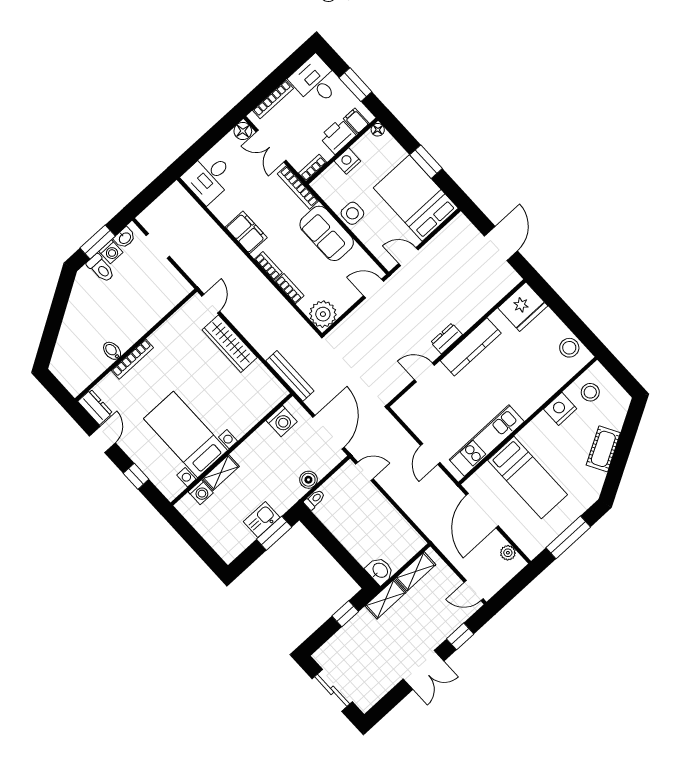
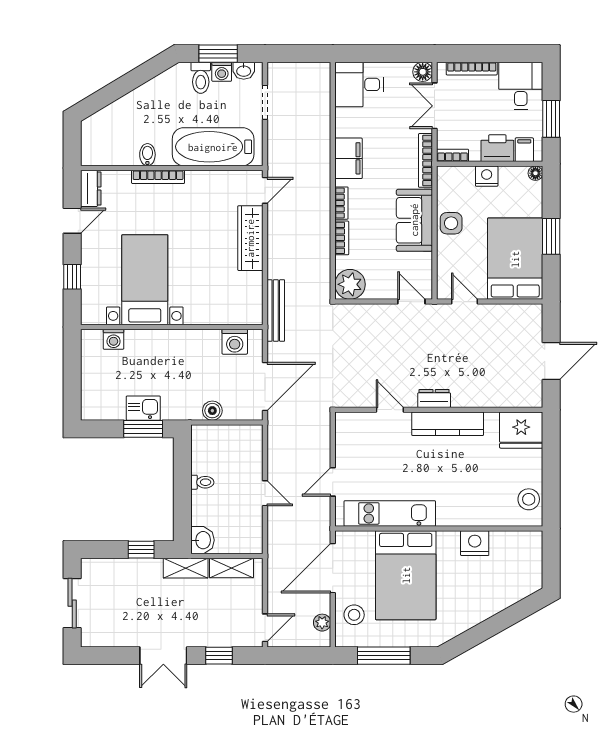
bathtub: (150, 306) -> (213, 147), added
stool: (590, 392) -> (354, 615), moved
cot: (603, 449) -> (480, 609), removed
door: (364, 471) -> (265, 493), moved
shelving: (221, 472) -> (145, 338), removed
bed: (528, 477) -> (406, 575), width x1.50
toilet: (314, 500) -> (202, 482), moved
door: (474, 591) -> (265, 628), swing flipped

